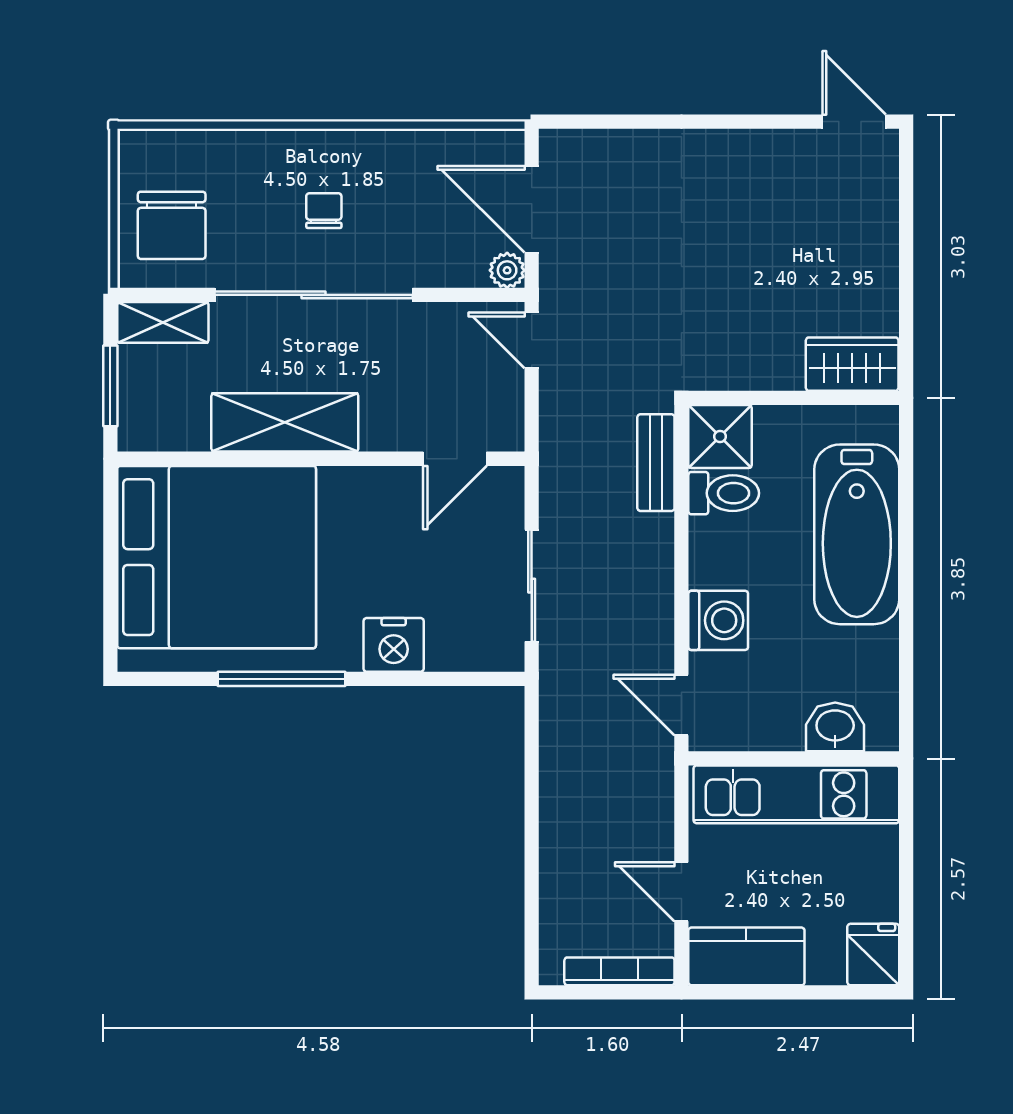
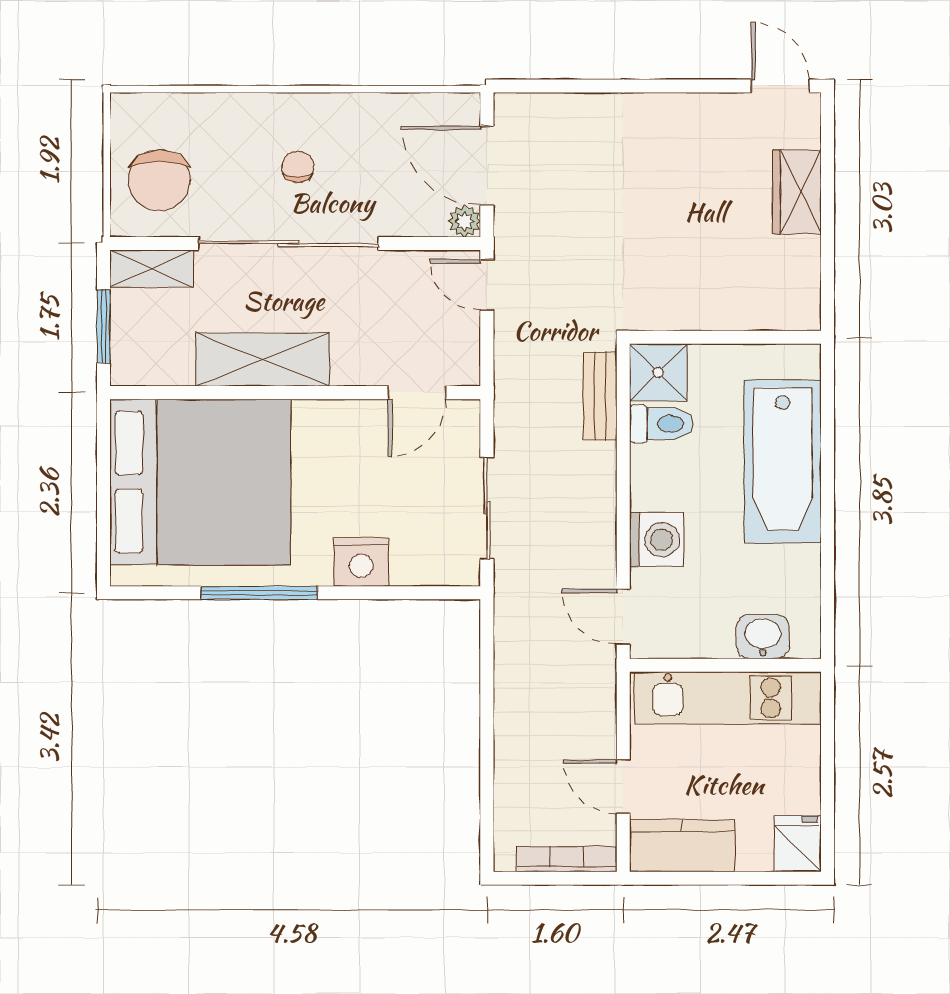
wardrobe: (852, 364) -> (797, 192), moved, turned -90

